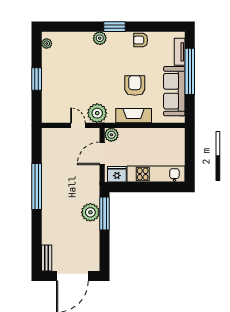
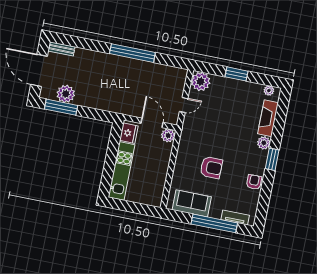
sofa: (174, 91) -> (192, 203), width x0.73
plant: (97, 113) -> (201, 82), moved
fireplace: (134, 116) -> (268, 118), moved, turned 180
plant: (90, 212) -> (66, 94), moved
window: (105, 213) -> (61, 107), moved

